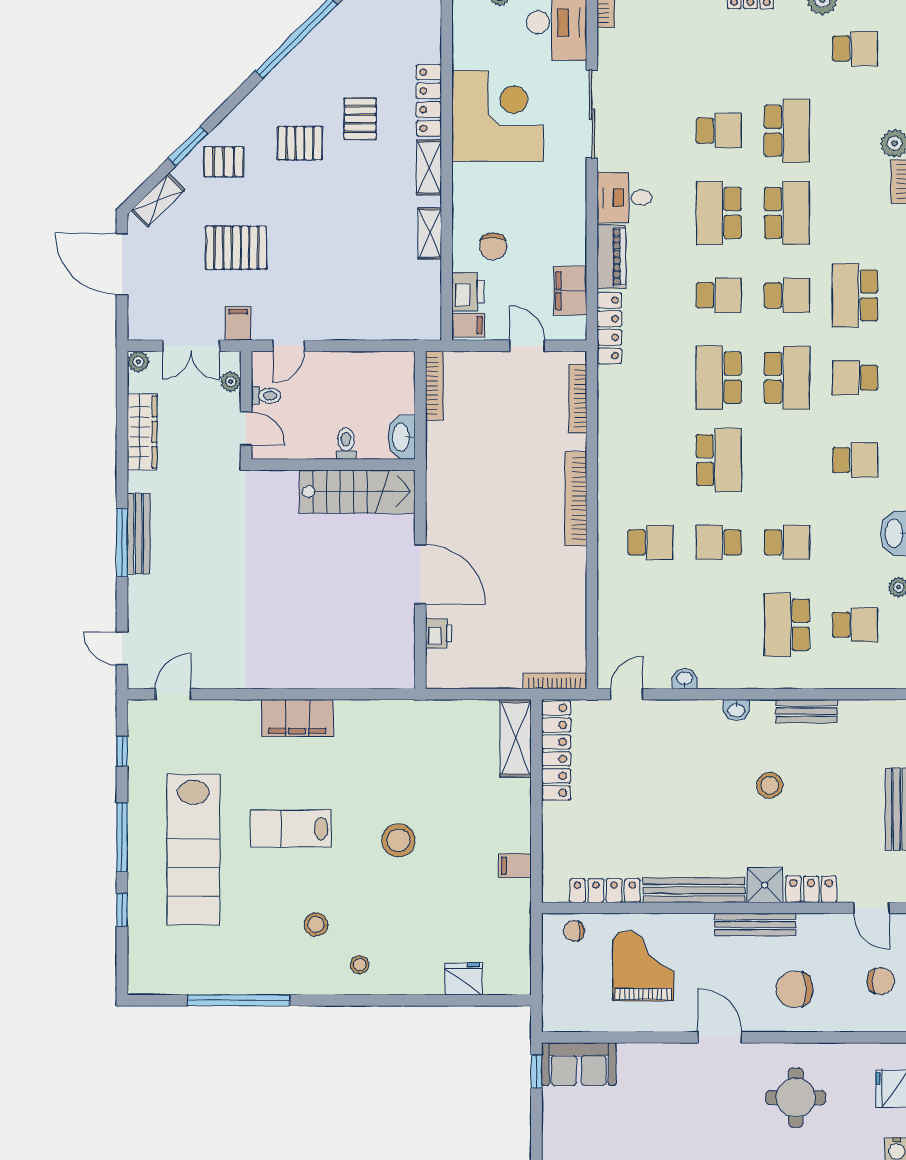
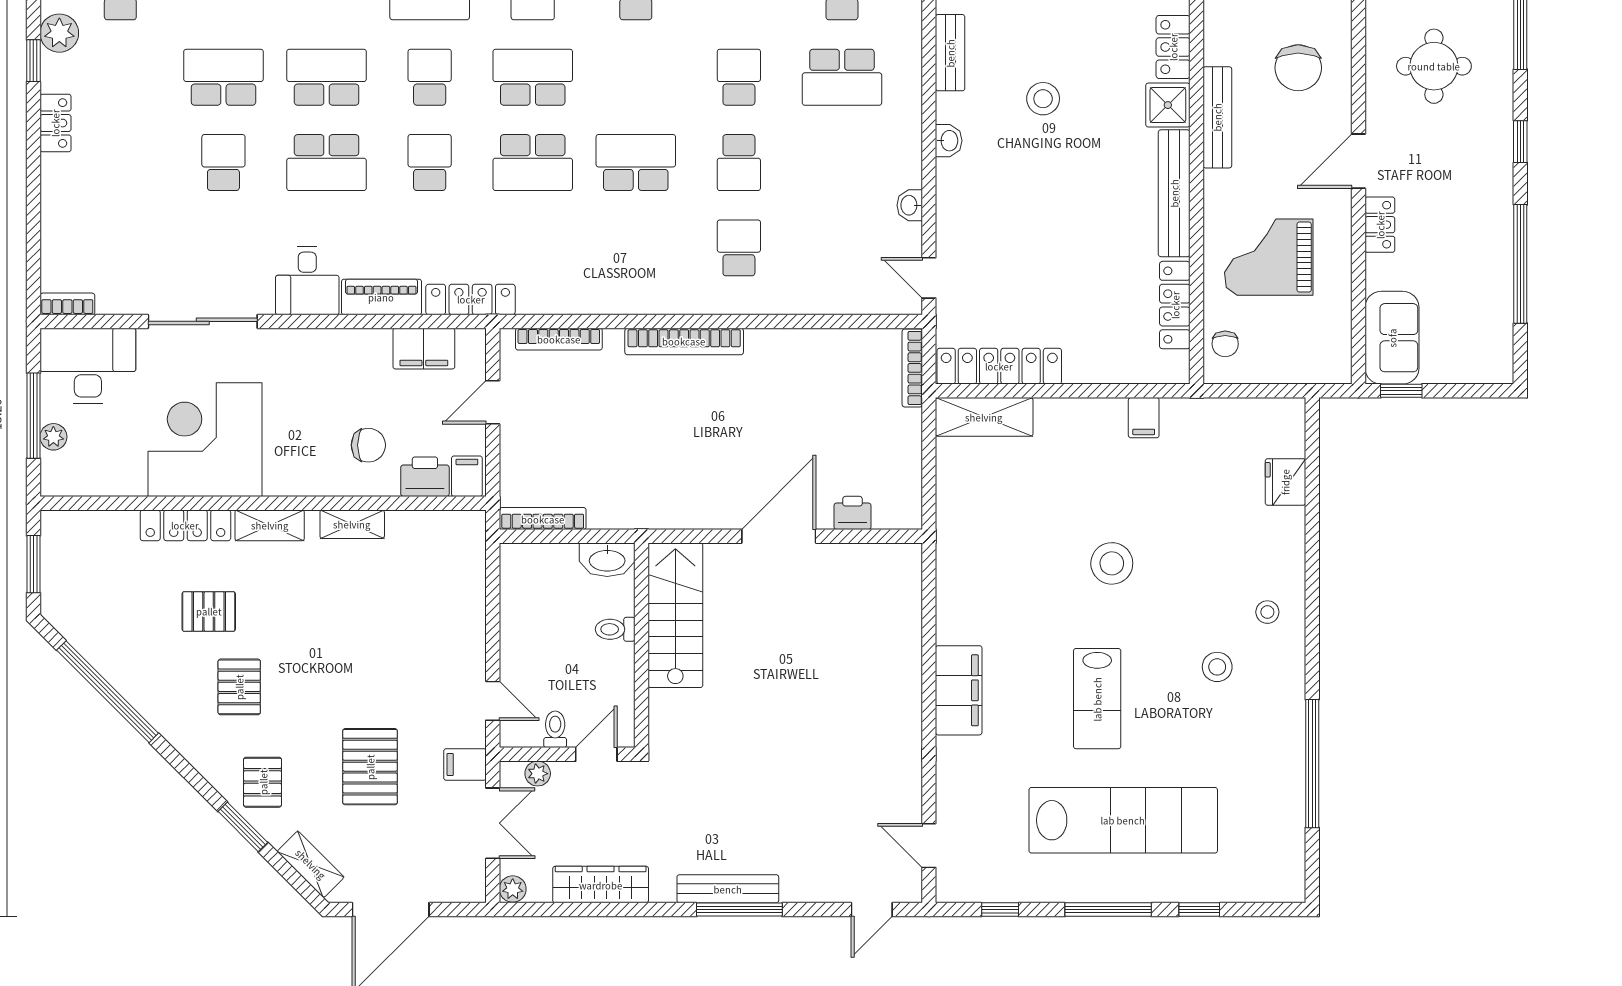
locker: (669, 1054) -> (1380, 225), added

